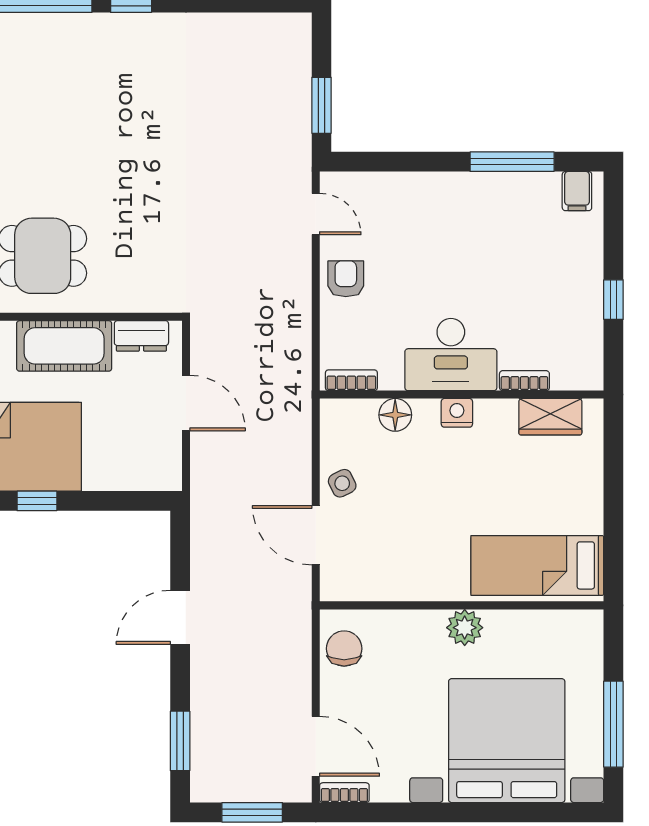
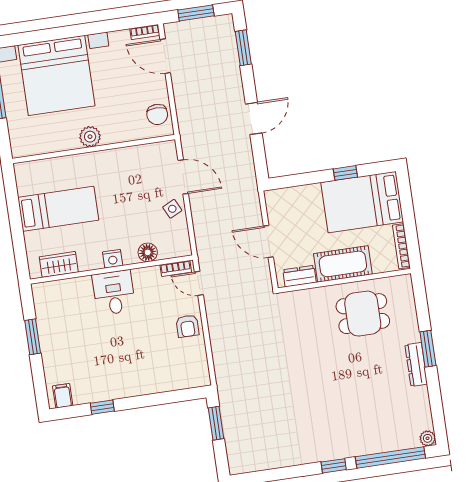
window: (512, 162) -> (102, 407), width x0.46
door: (316, 214) -> (199, 283), moved
window: (613, 300) -> (33, 337), width x1.50
desk: (451, 355) -> (114, 293), width x0.73
bookcase: (524, 381) -> (77, 283), removed
bed: (537, 565) -> (58, 209), moved

